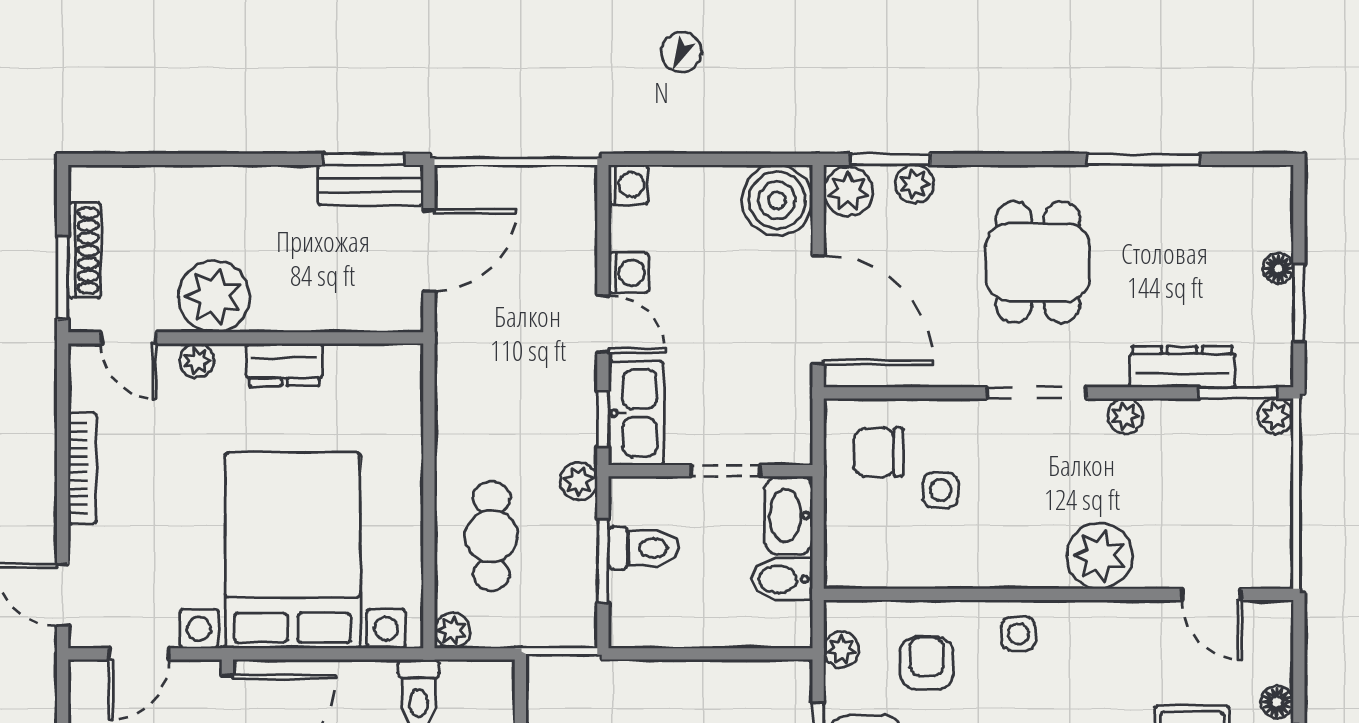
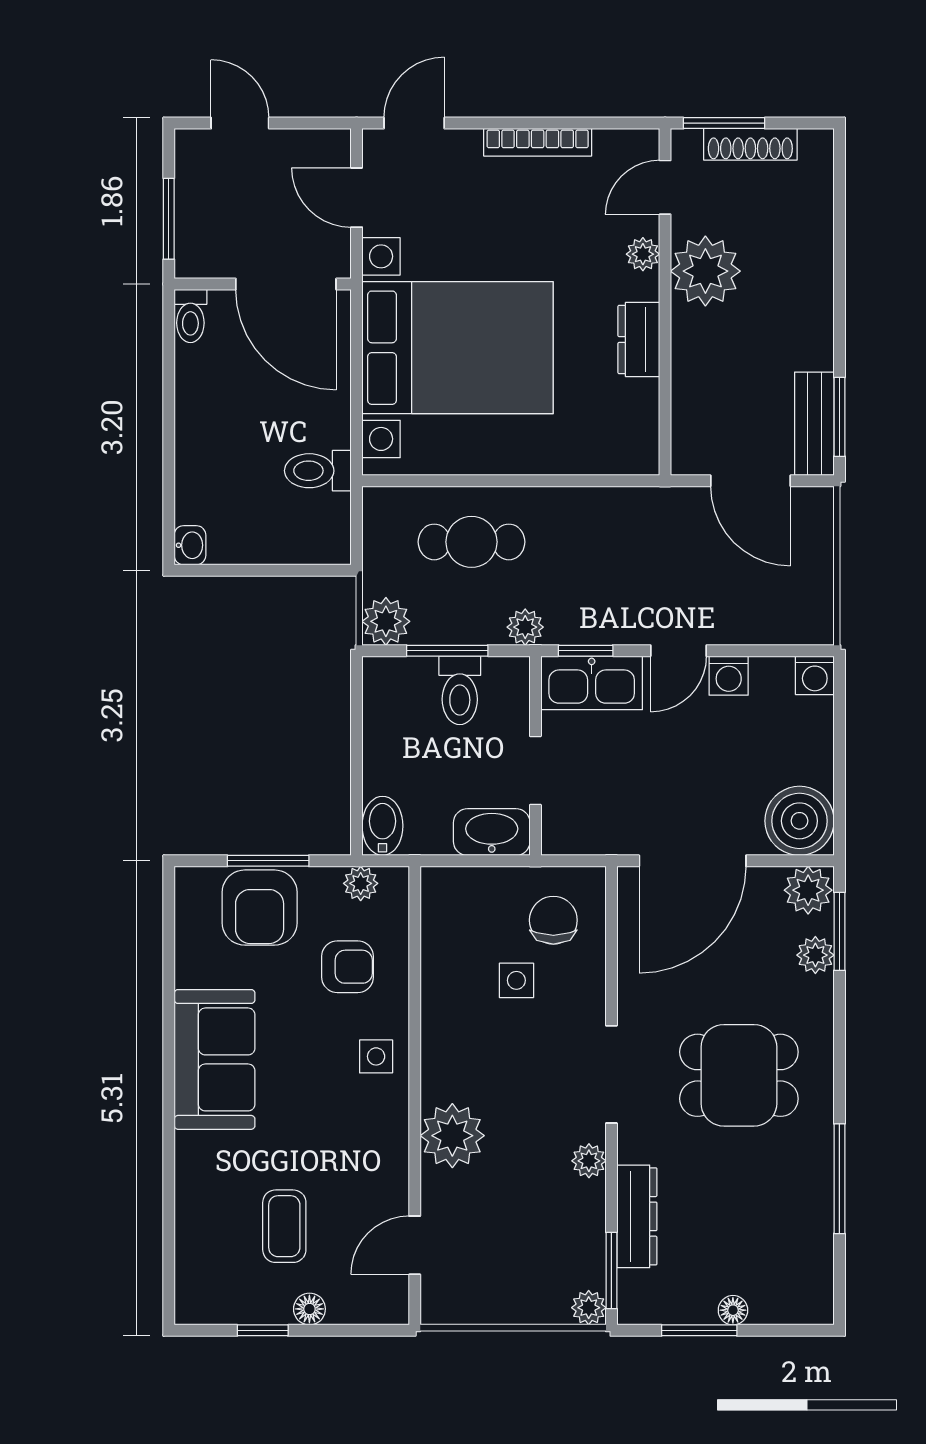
bidet: (782, 579) -> (383, 826), moved
plant: (452, 630) -> (386, 621), moved, width x1.38, depth x1.38

